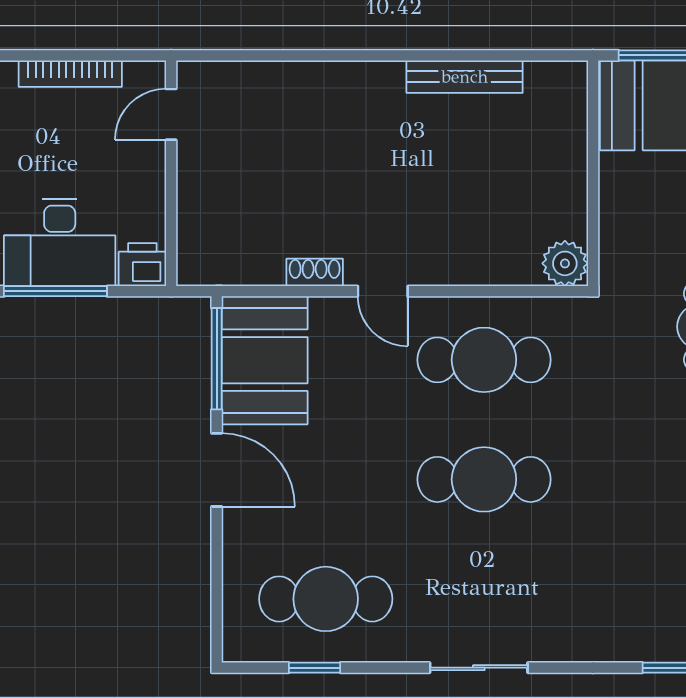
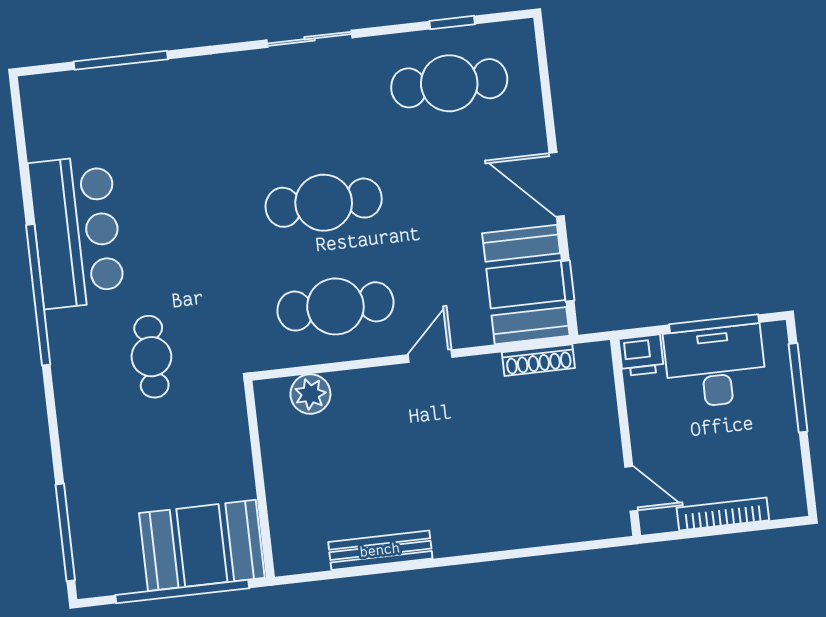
door: (171, 114) -> (631, 489), hinge flipped
plant: (565, 263) -> (310, 394), moved
shoe rack: (315, 272) -> (538, 360), moved, width x1.43
door: (383, 291) -> (430, 356), hinge flipped
window: (217, 359) -> (568, 281), width x0.46

